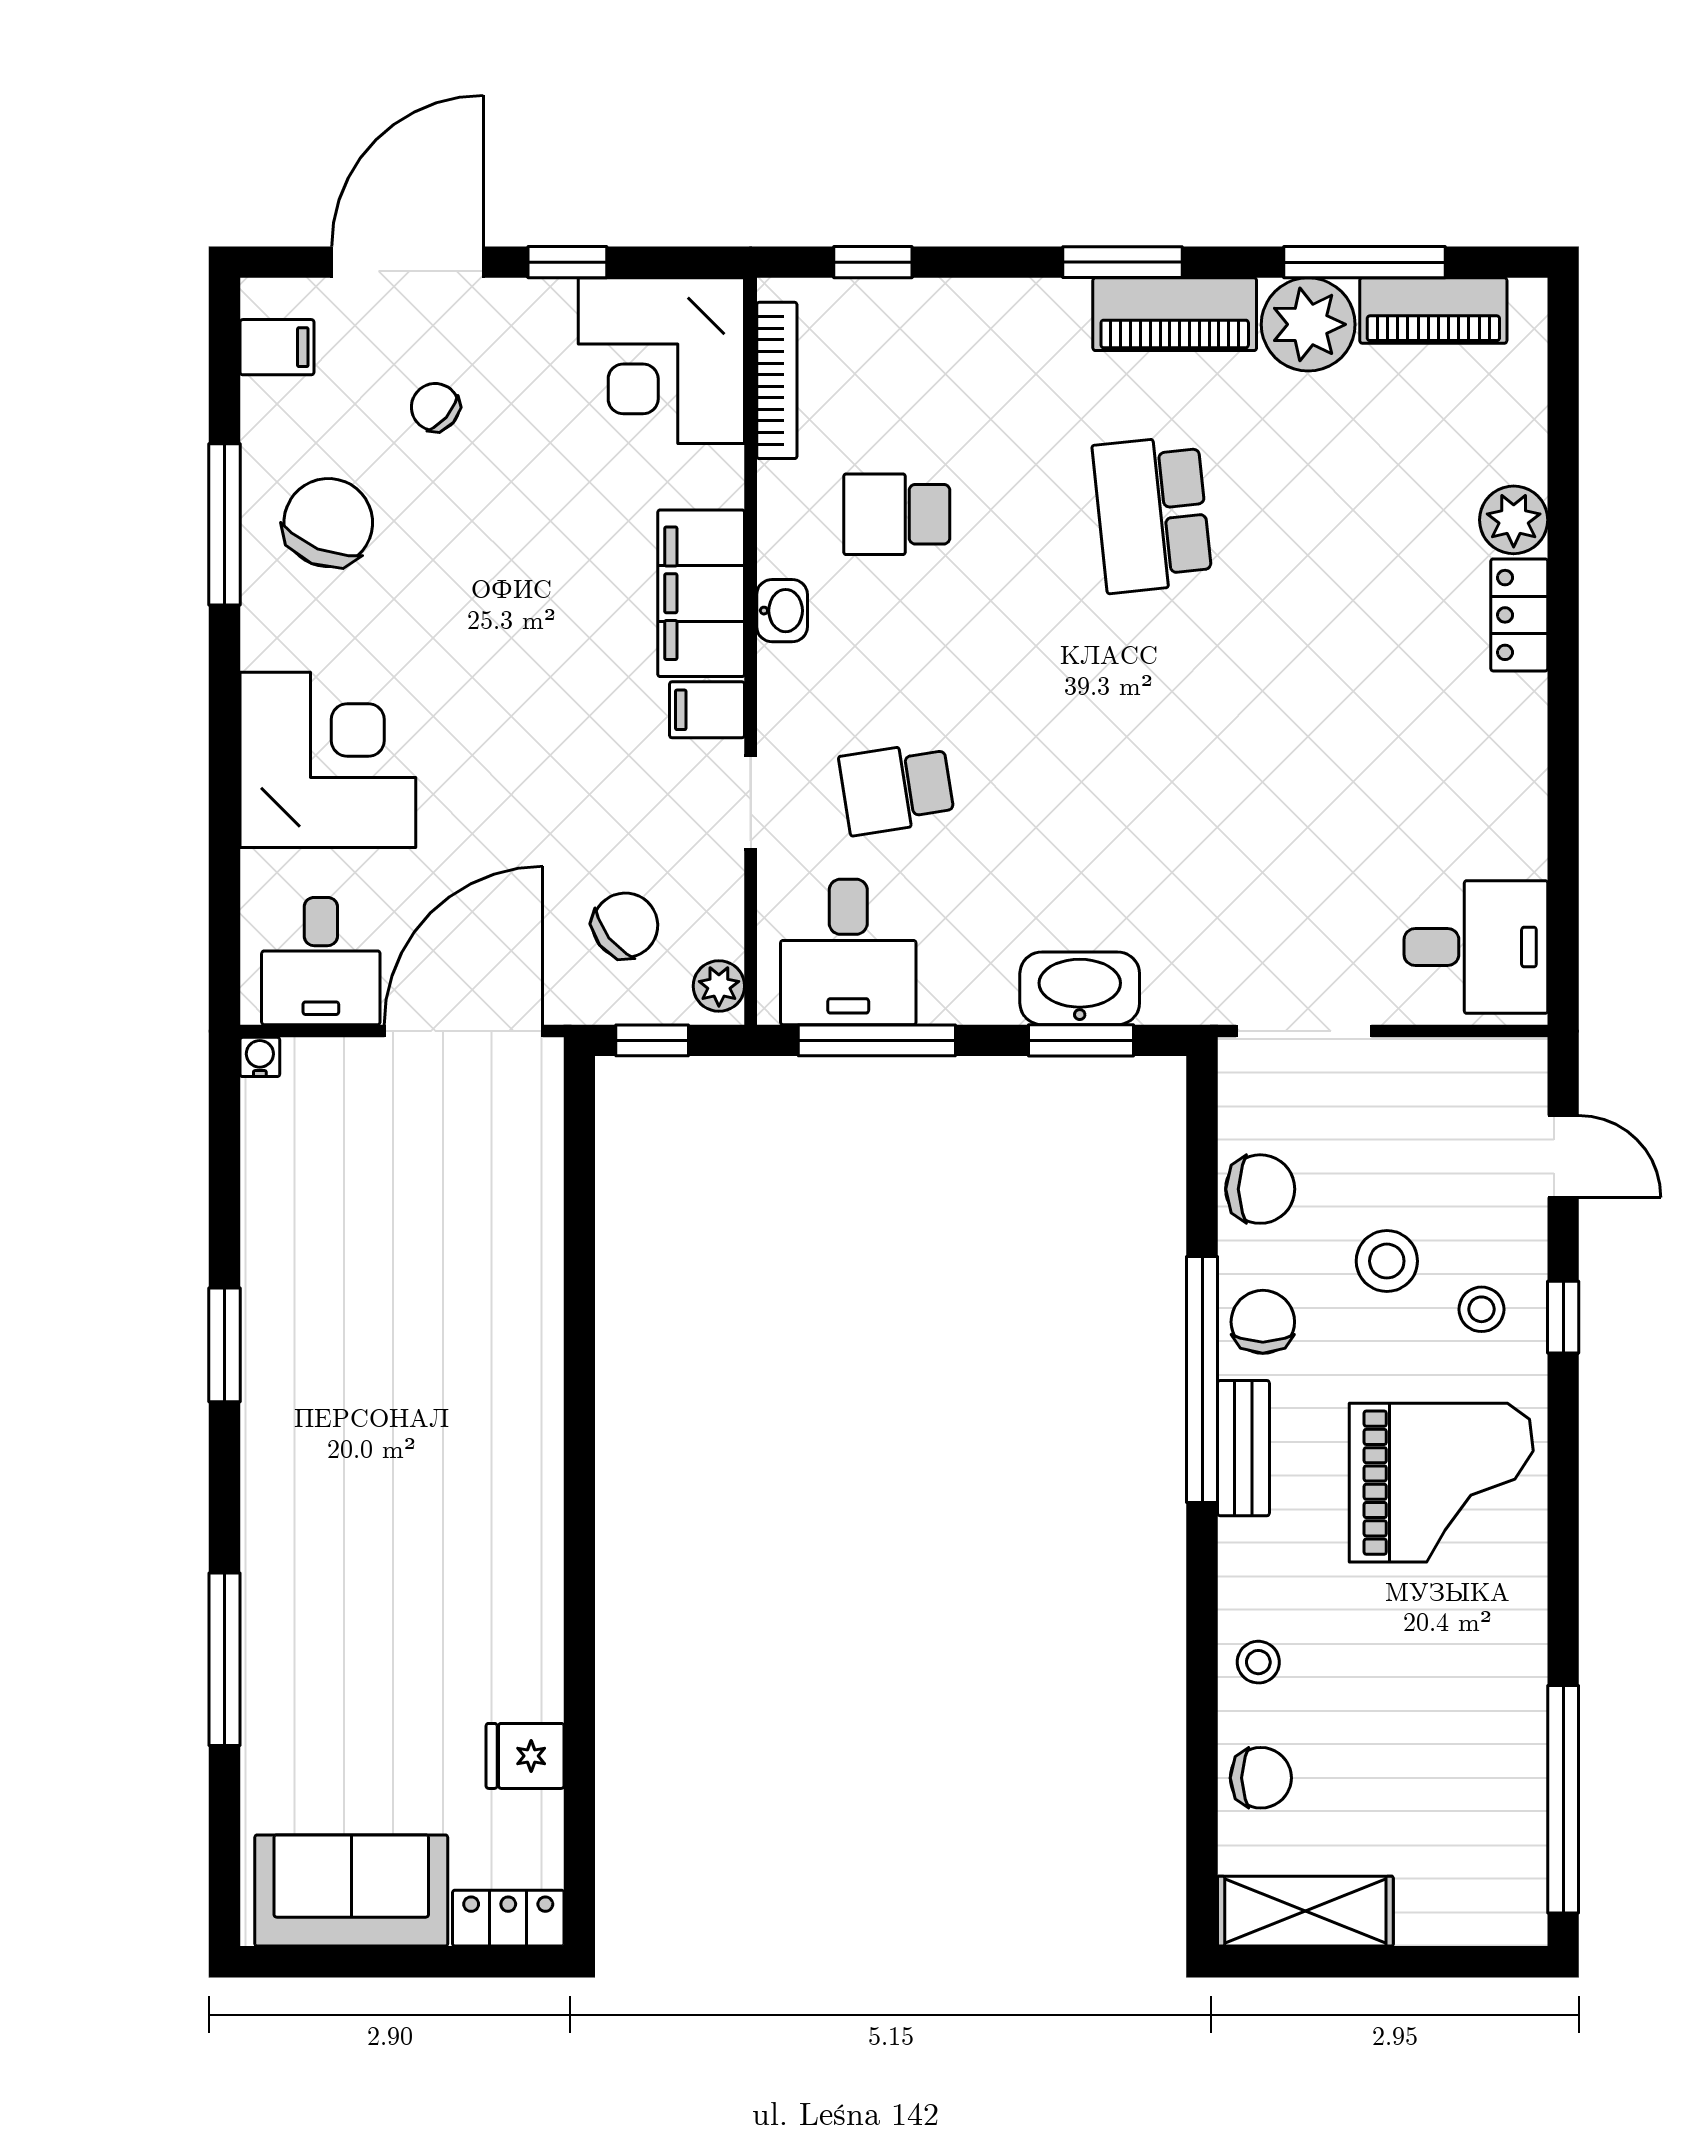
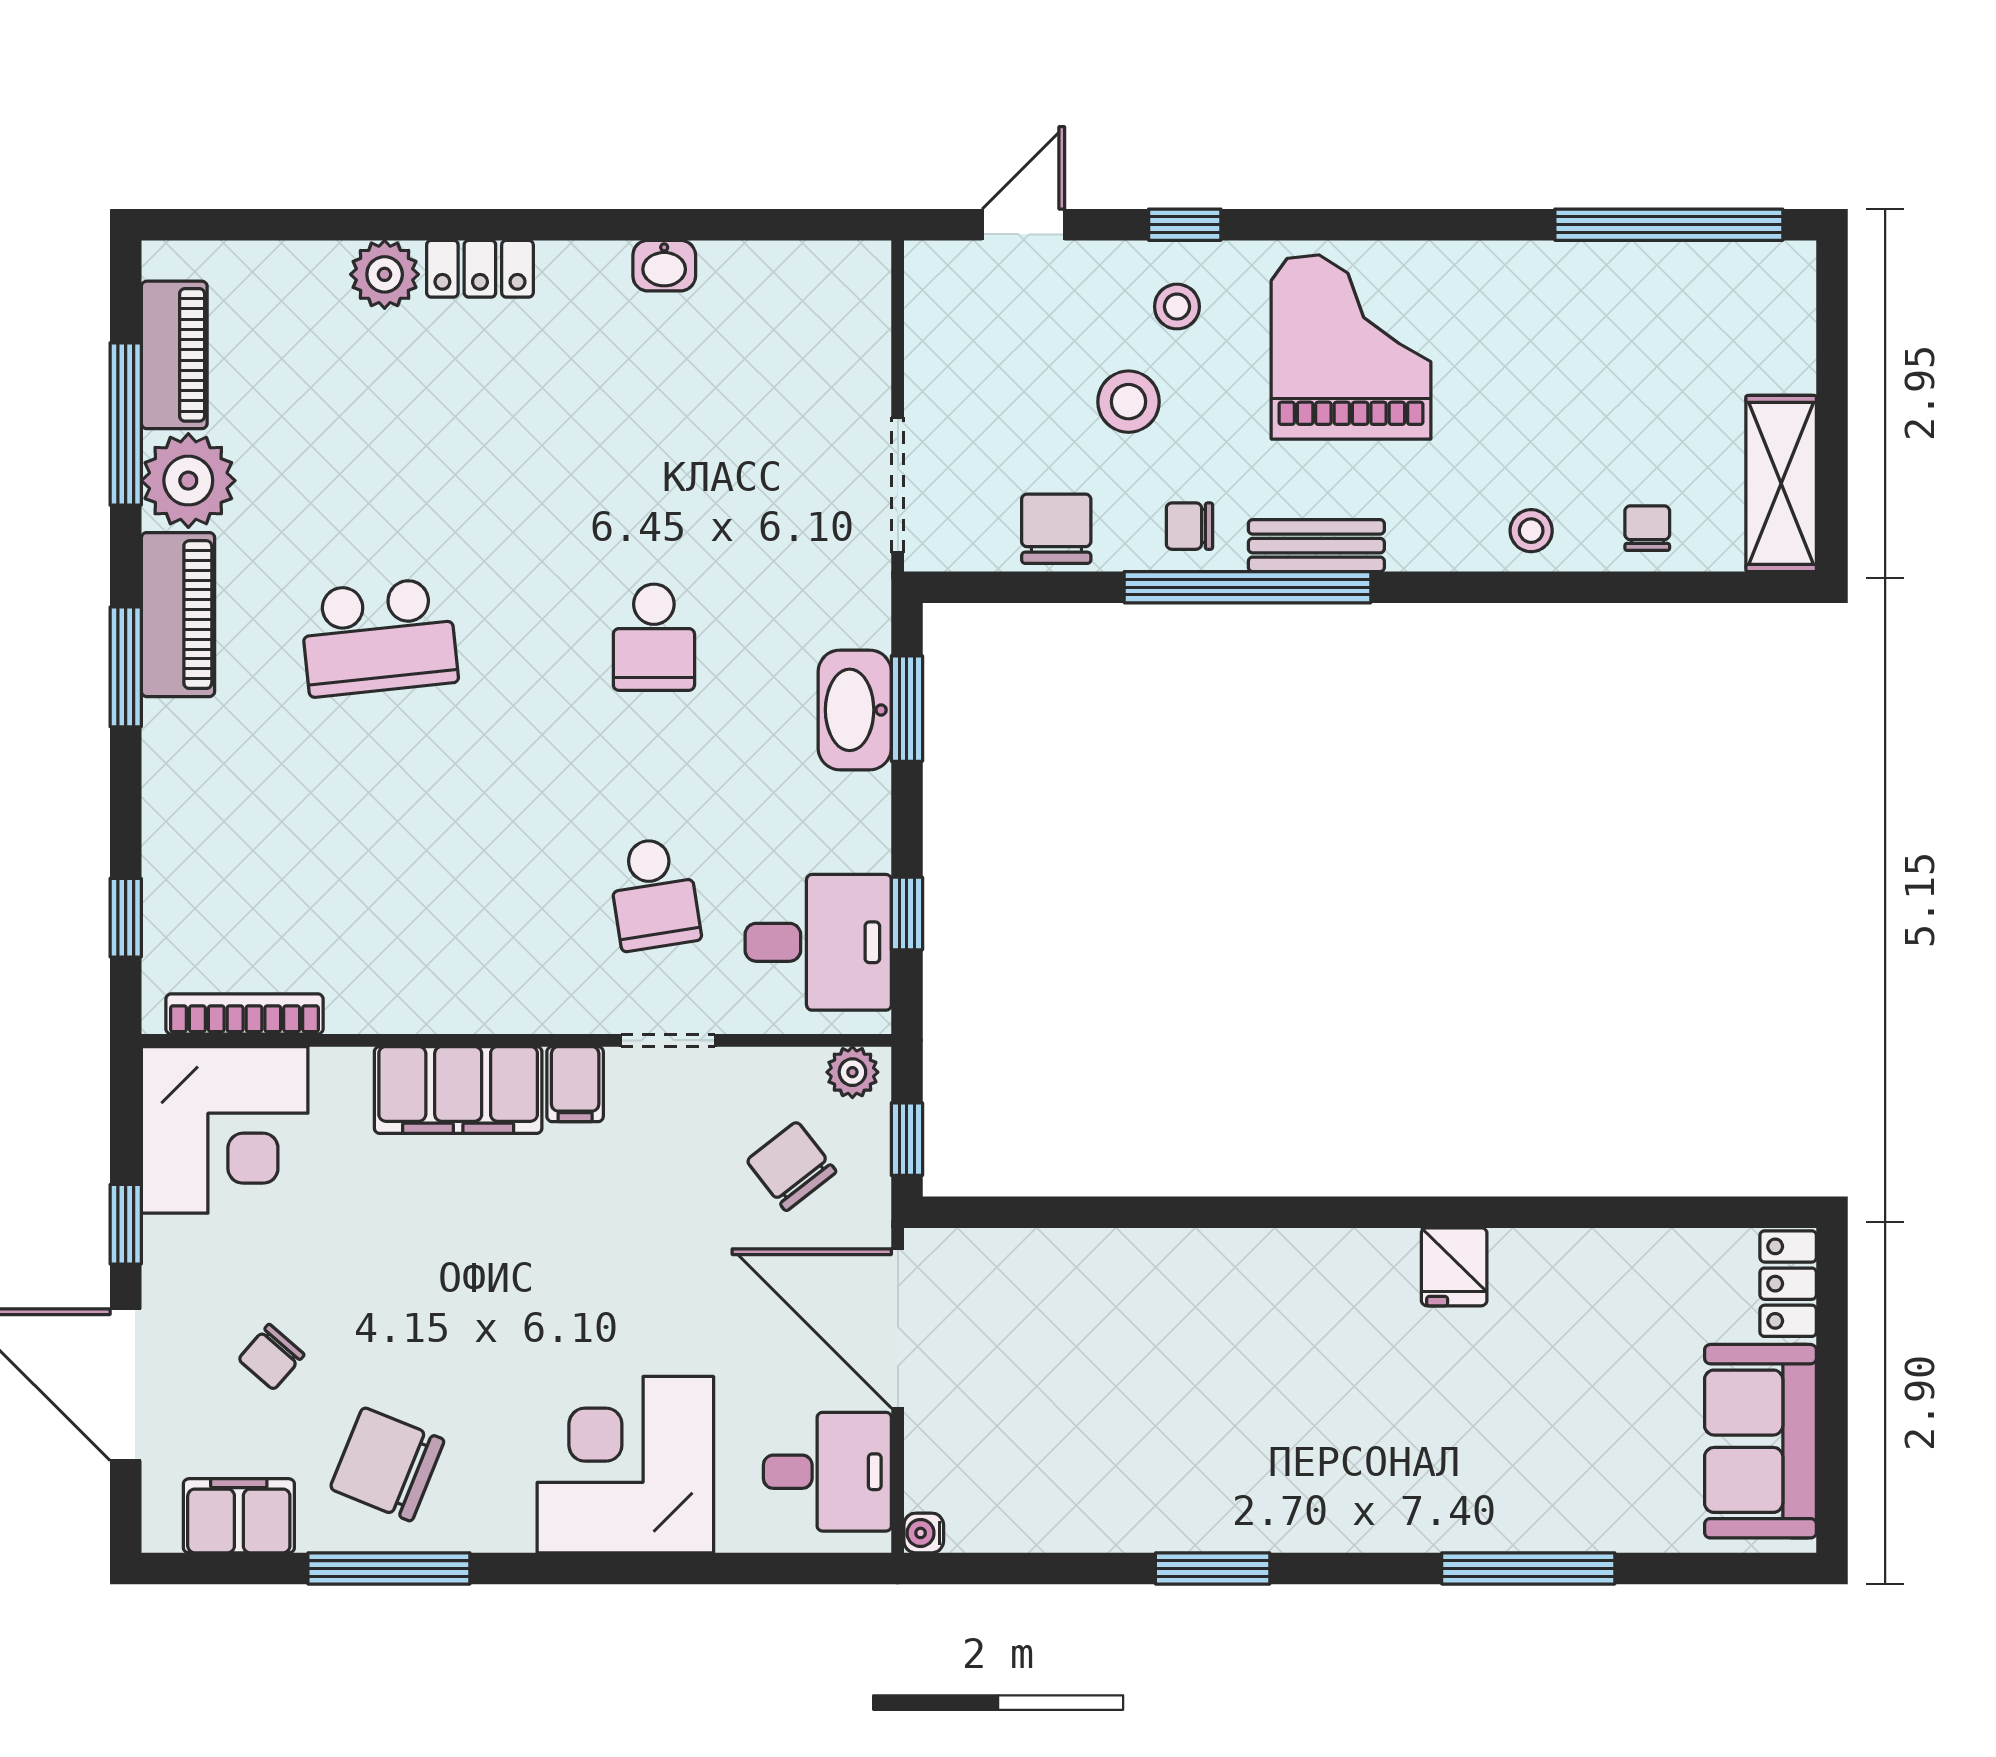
filing cabinet: (277, 347) -> (239, 1516), width x2.00
school desk: (897, 514) -> (654, 637), moved
washbasin: (782, 611) -> (664, 266), moved, turned 180
desk: (1476, 947) -> (813, 312), removed
window: (877, 1040) -> (907, 914), width x0.46
chair: (1263, 1322) -> (1190, 526), width x0.73, depth x0.73
fridge: (525, 1756) -> (1454, 1267), moved
chair: (1261, 1778) -> (1647, 528), width x0.73, depth x0.73

